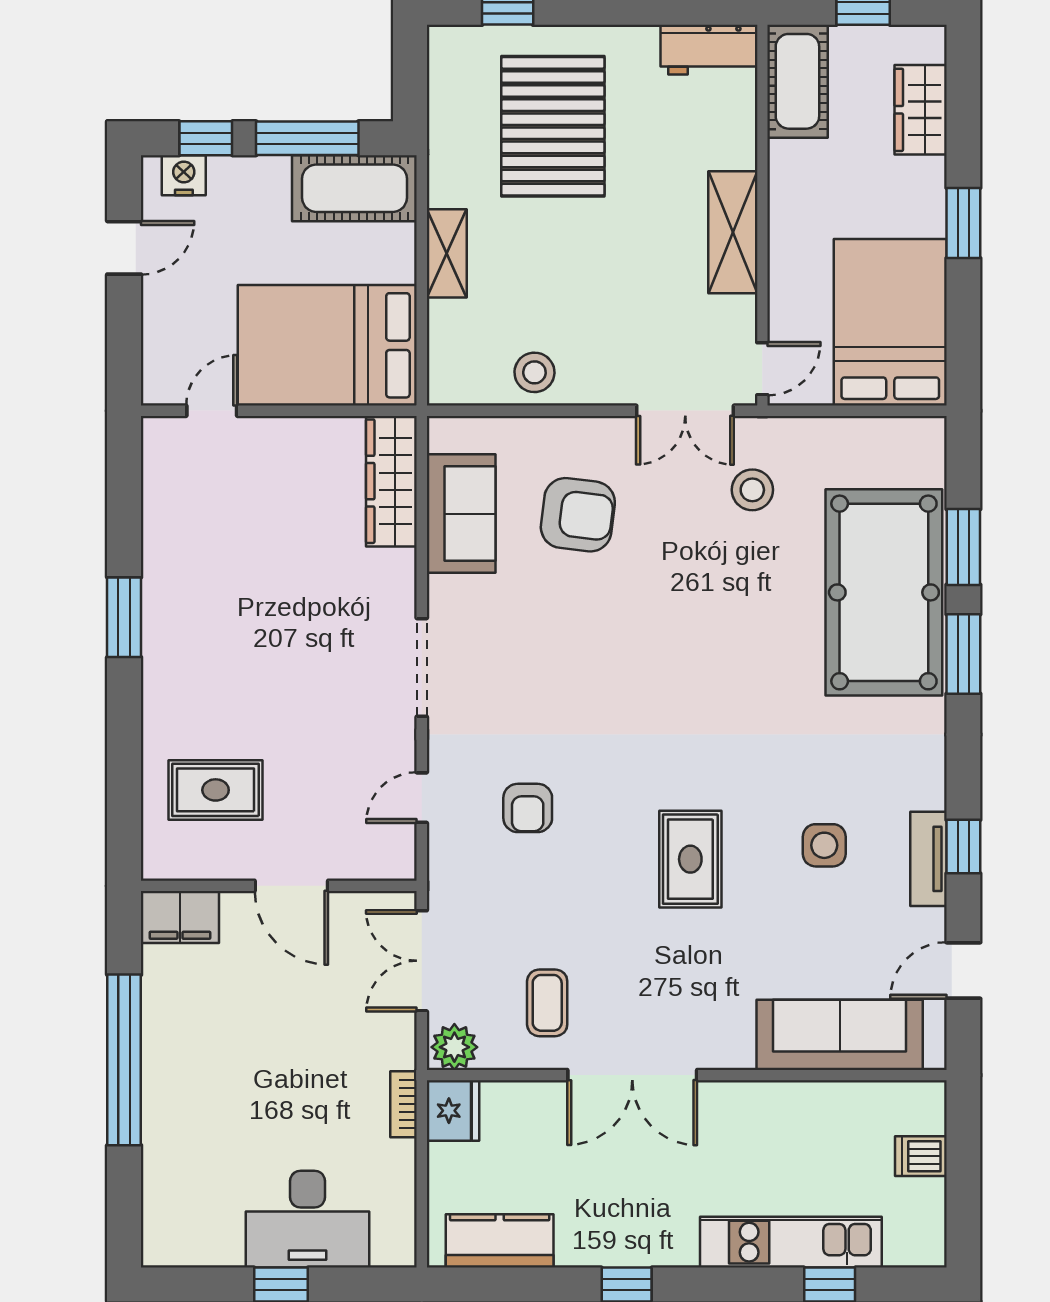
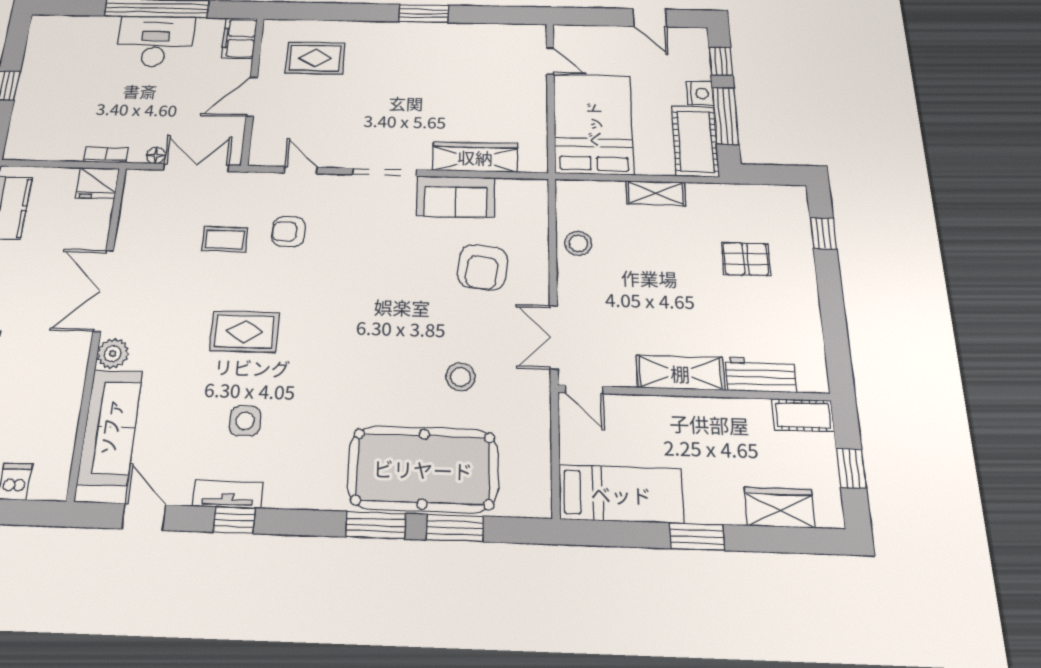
workbench: (709, 50) -> (761, 375), moved, turned 90
cot: (797, 81) -> (803, 415), width x0.73, depth x0.75
pallet: (553, 126) -> (746, 259), width x0.49, depth x0.50
nightstand: (184, 175) -> (700, 93), moved
bed: (890, 322) -> (621, 494), width x0.67
wardrobe: (391, 481) -> (475, 157), moved
stool: (752, 490) -> (460, 377), moved
sofa: (461, 514) -> (456, 197), moved
rug: (216, 790) -> (315, 58), turned 90
coffee table: (547, 1003) -> (225, 239), moved
floor lamp: (402, 1026) -> (156, 155), added
plant: (454, 1047) -> (113, 354), moved
desk: (308, 1219) -> (155, 41), moved, turned 90

